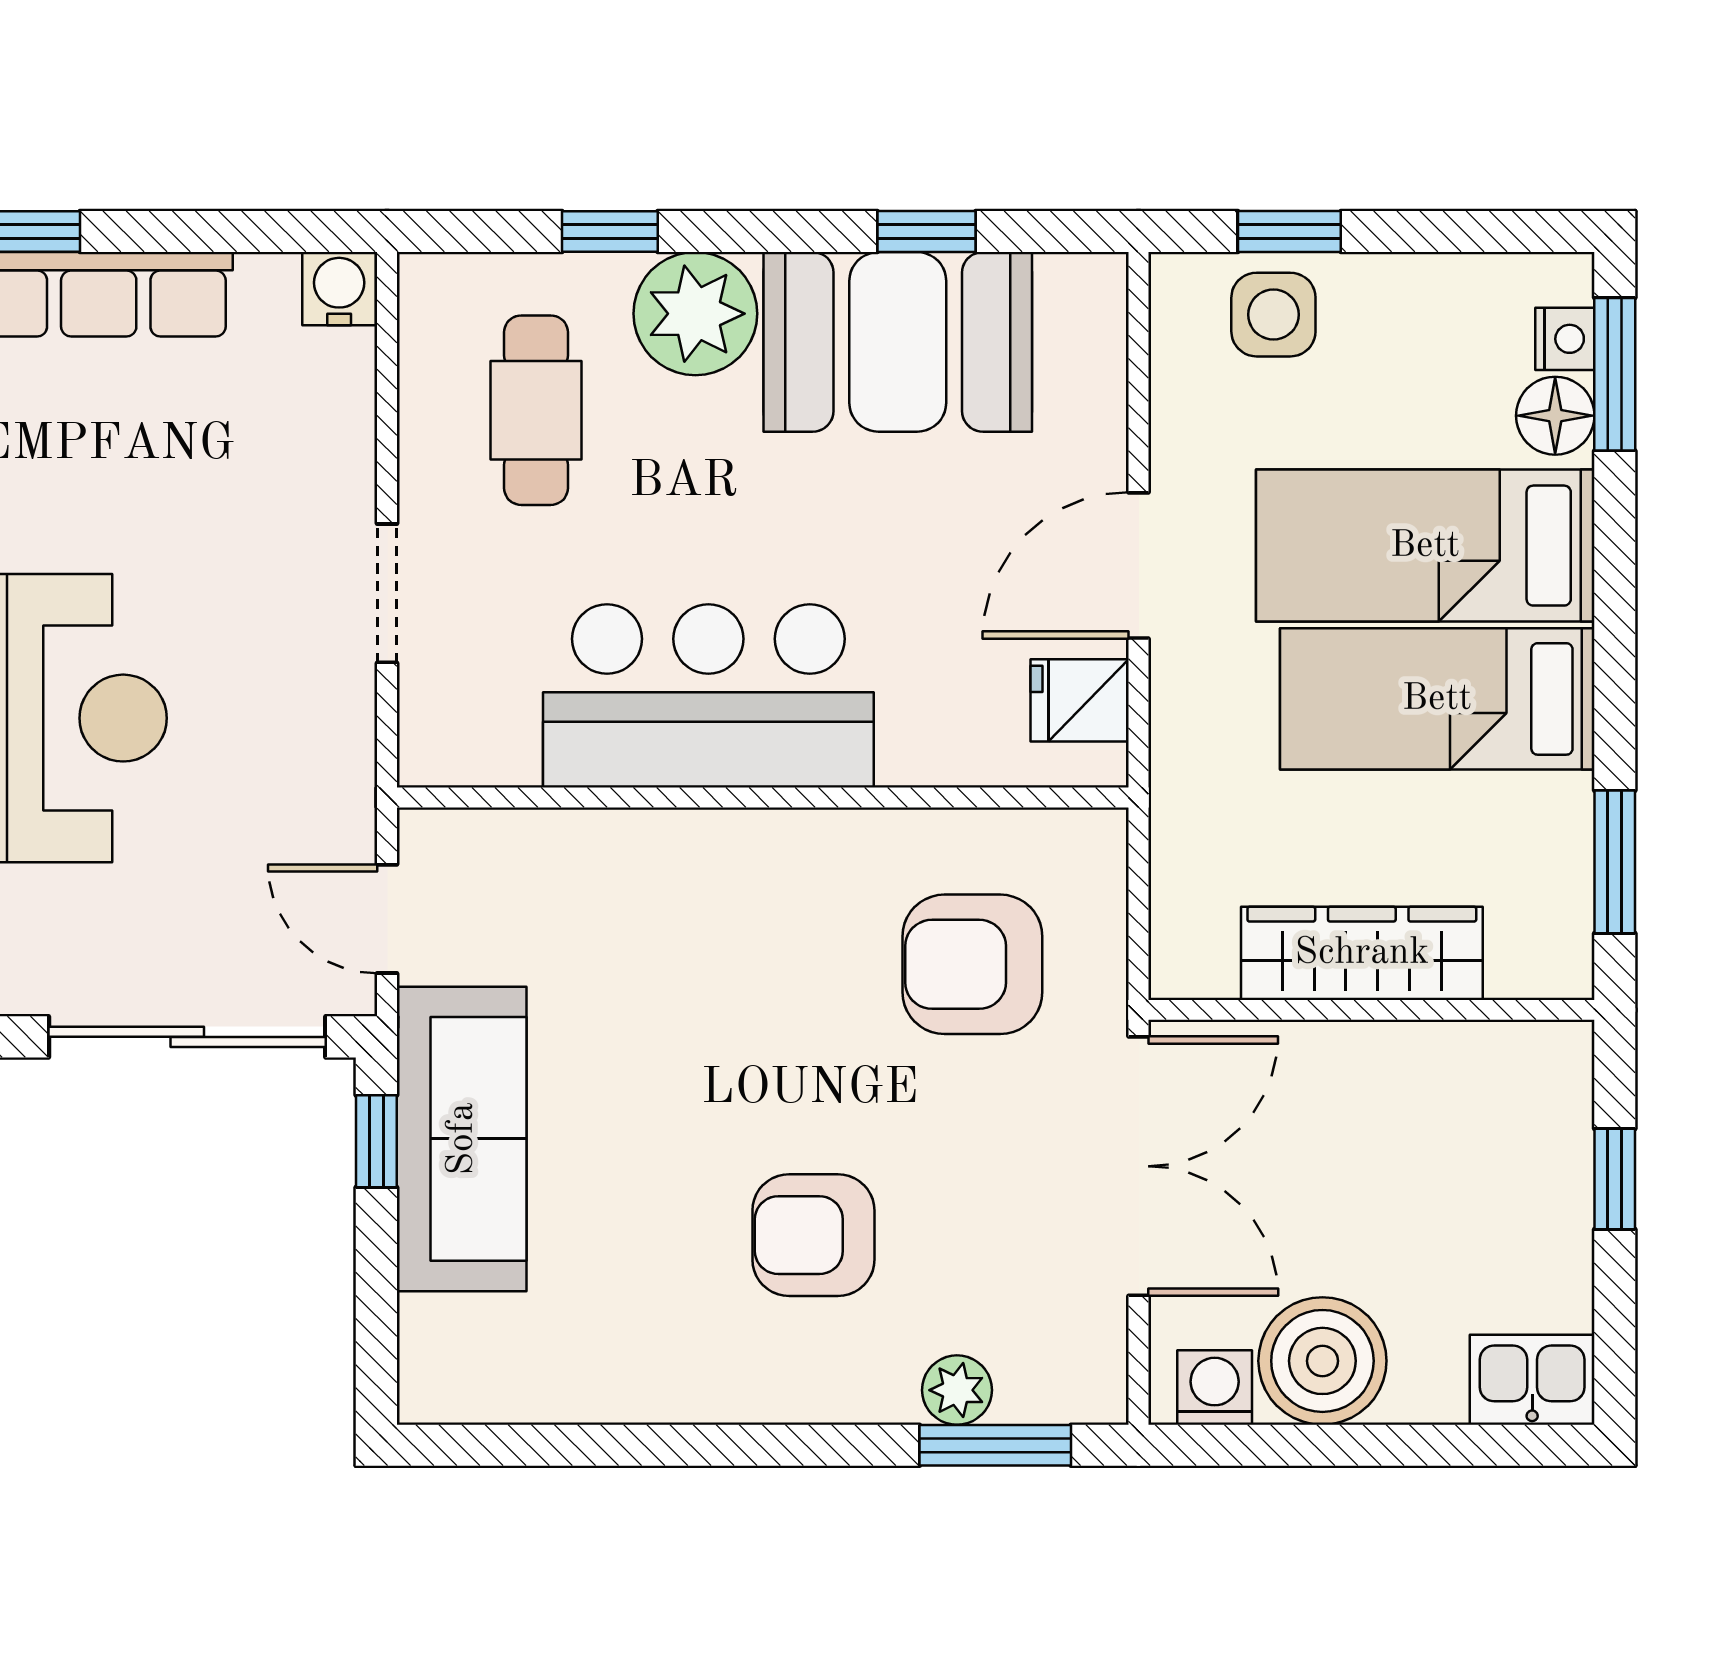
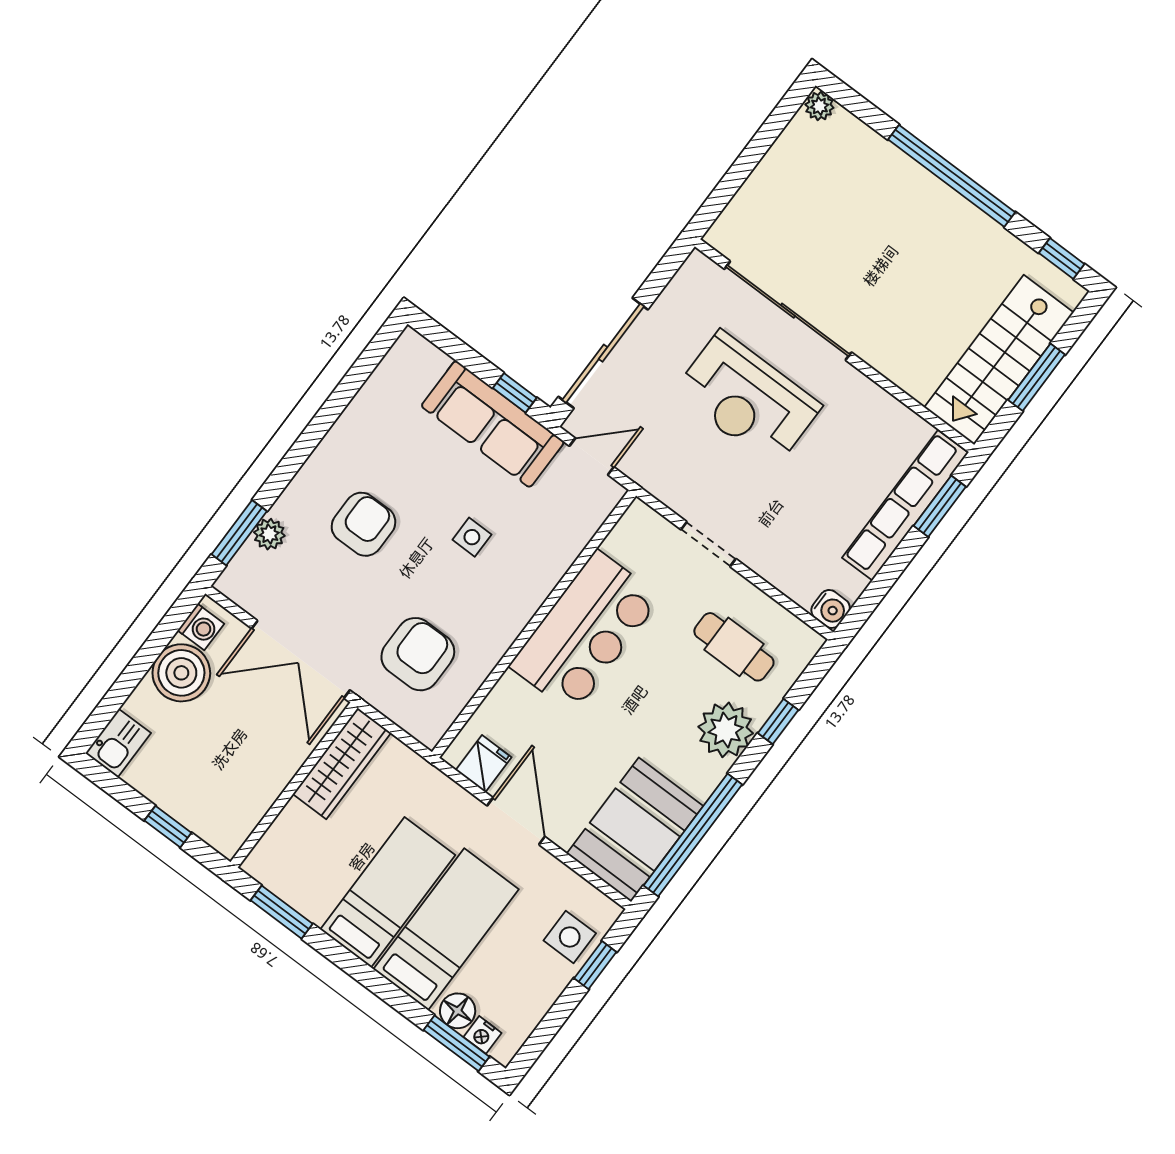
window: (927, 231) -> (693, 835), width x3.17
booth: (898, 342) -> (635, 830), moved
wardrobe: (1362, 953) -> (342, 763), moved
side table: (691, 1024) -> (472, 537), added

